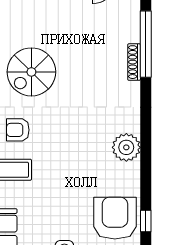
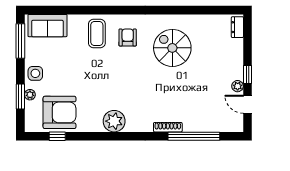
shoe rack: (134, 62) -> (168, 127), moved

